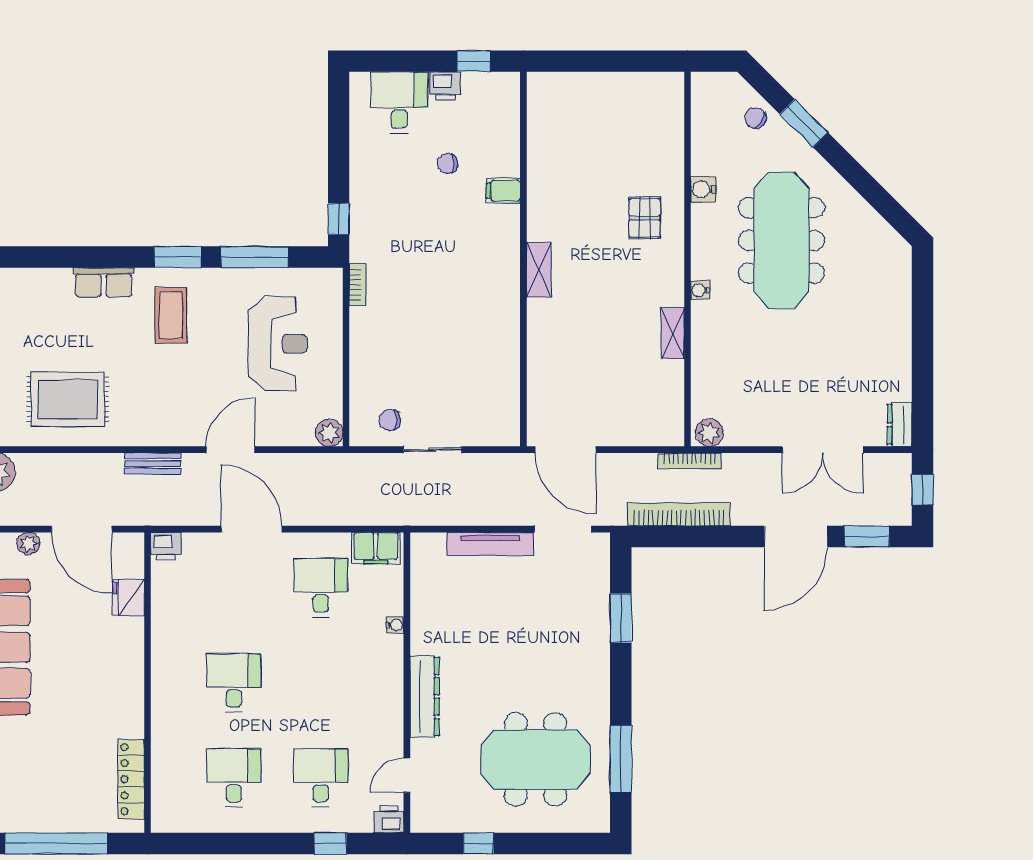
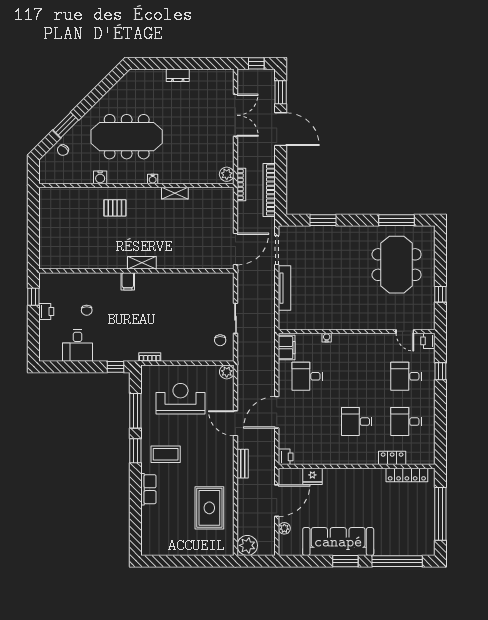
desk: (399, 102) -> (77, 346), moved, turned -90
filing cabinet: (503, 191) -> (128, 281), moved
dresser: (900, 425) -> (178, 75), moved
dresser: (425, 696) -> (364, 322), removed
locker: (164, 751) -> (392, 458), added

